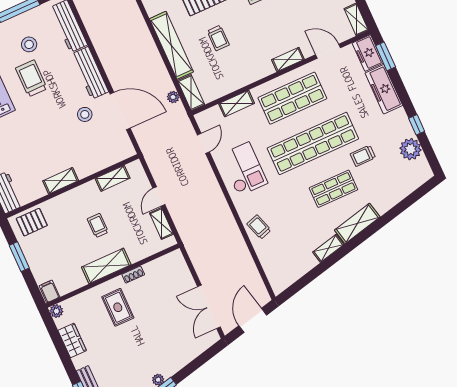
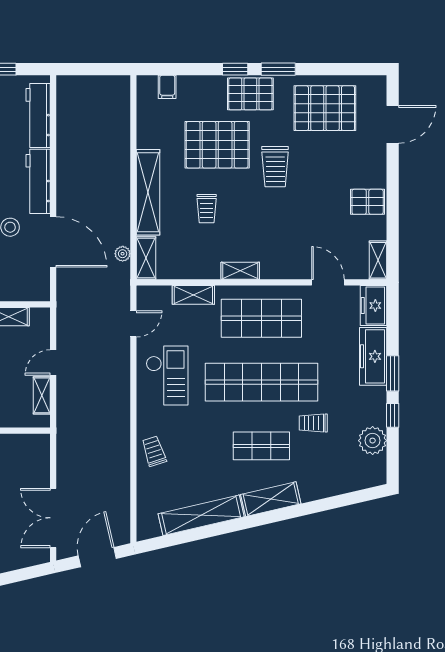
window: (386, 56) -> (393, 373), moved
shelving: (288, 60) -> (240, 271), moved
shelving: (328, 248) -> (201, 515), width x2.20, depth x1.33

